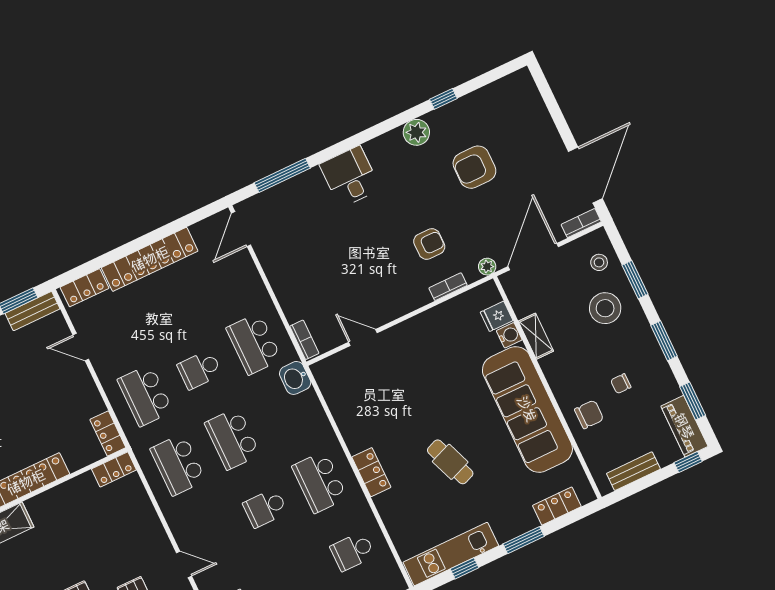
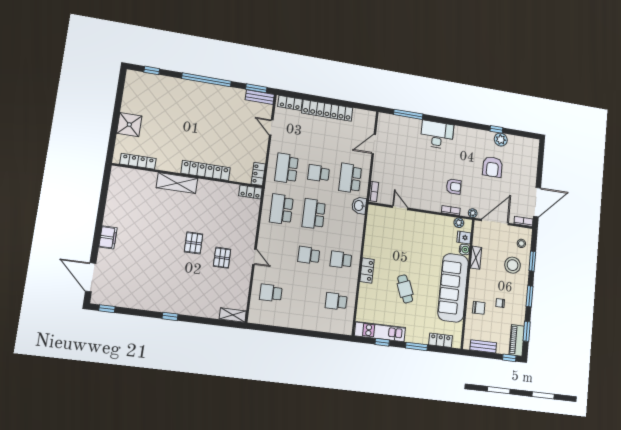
plant: (416, 132) -> (501, 140), moved
armchair: (474, 167) -> (492, 167), turned -90
desk: (350, 177) -> (437, 135), width x1.37
door: (241, 229) -> (374, 144), moved
plant: (474, 298) -> (459, 223), added
school desk: (320, 482) -> (341, 260), width x0.54

